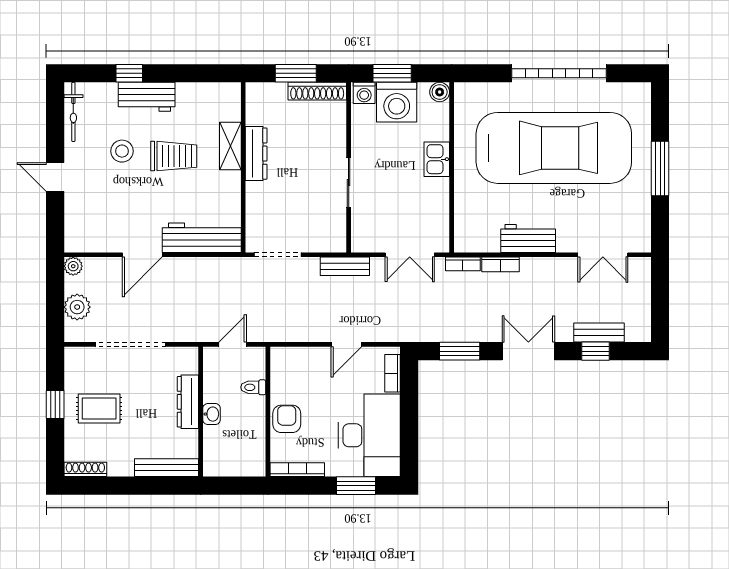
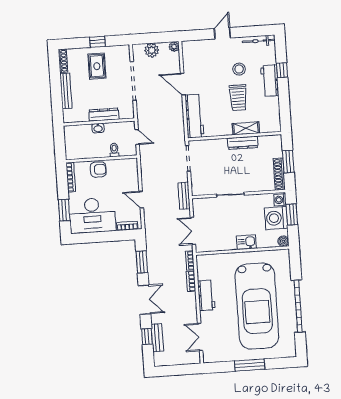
bench: (167, 468) -> (66, 91), moved

